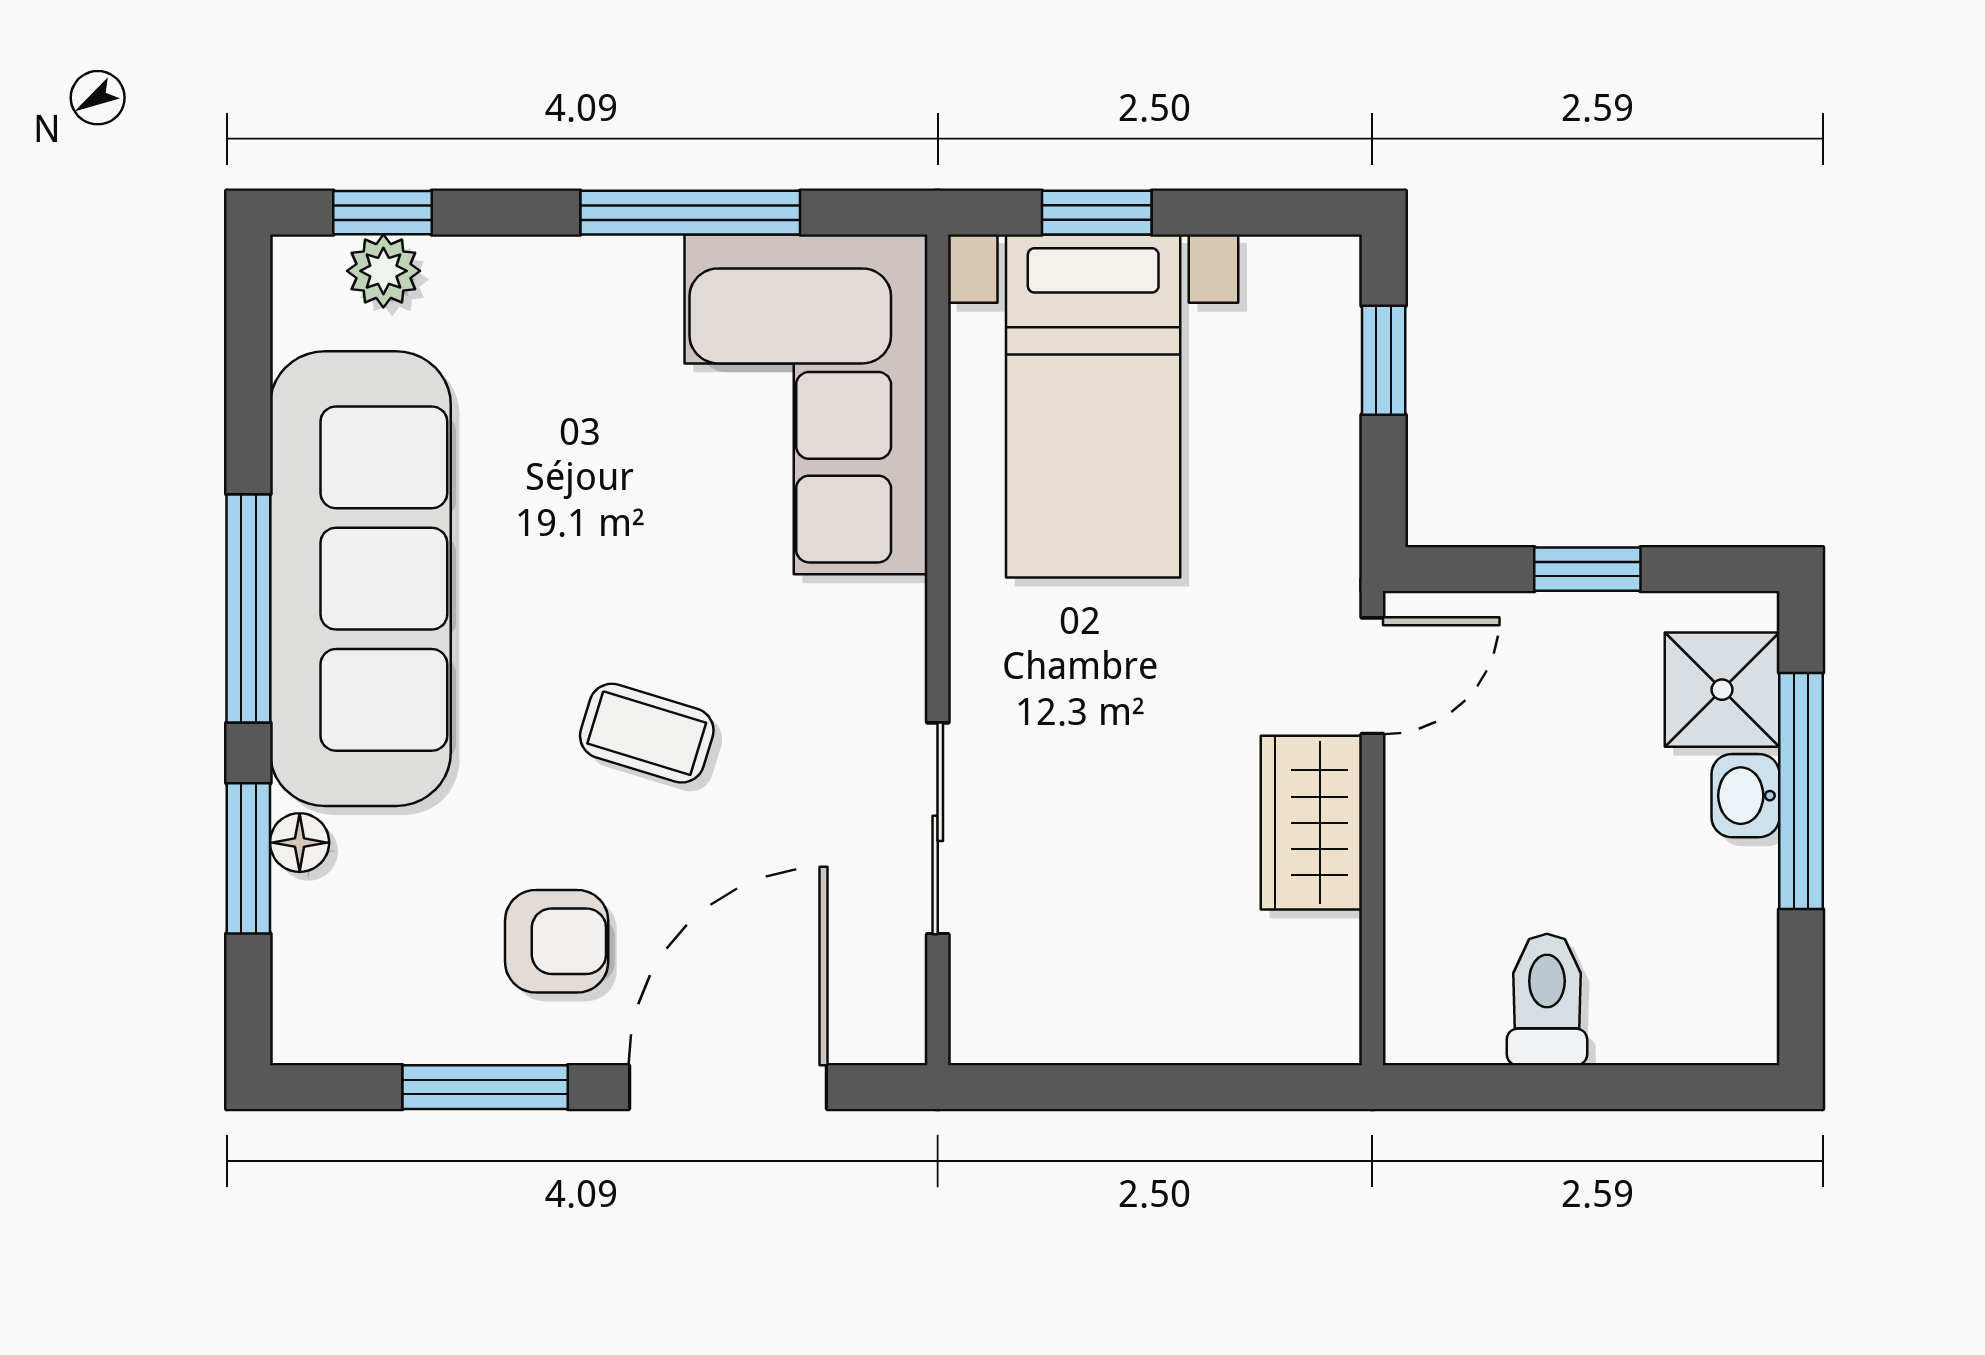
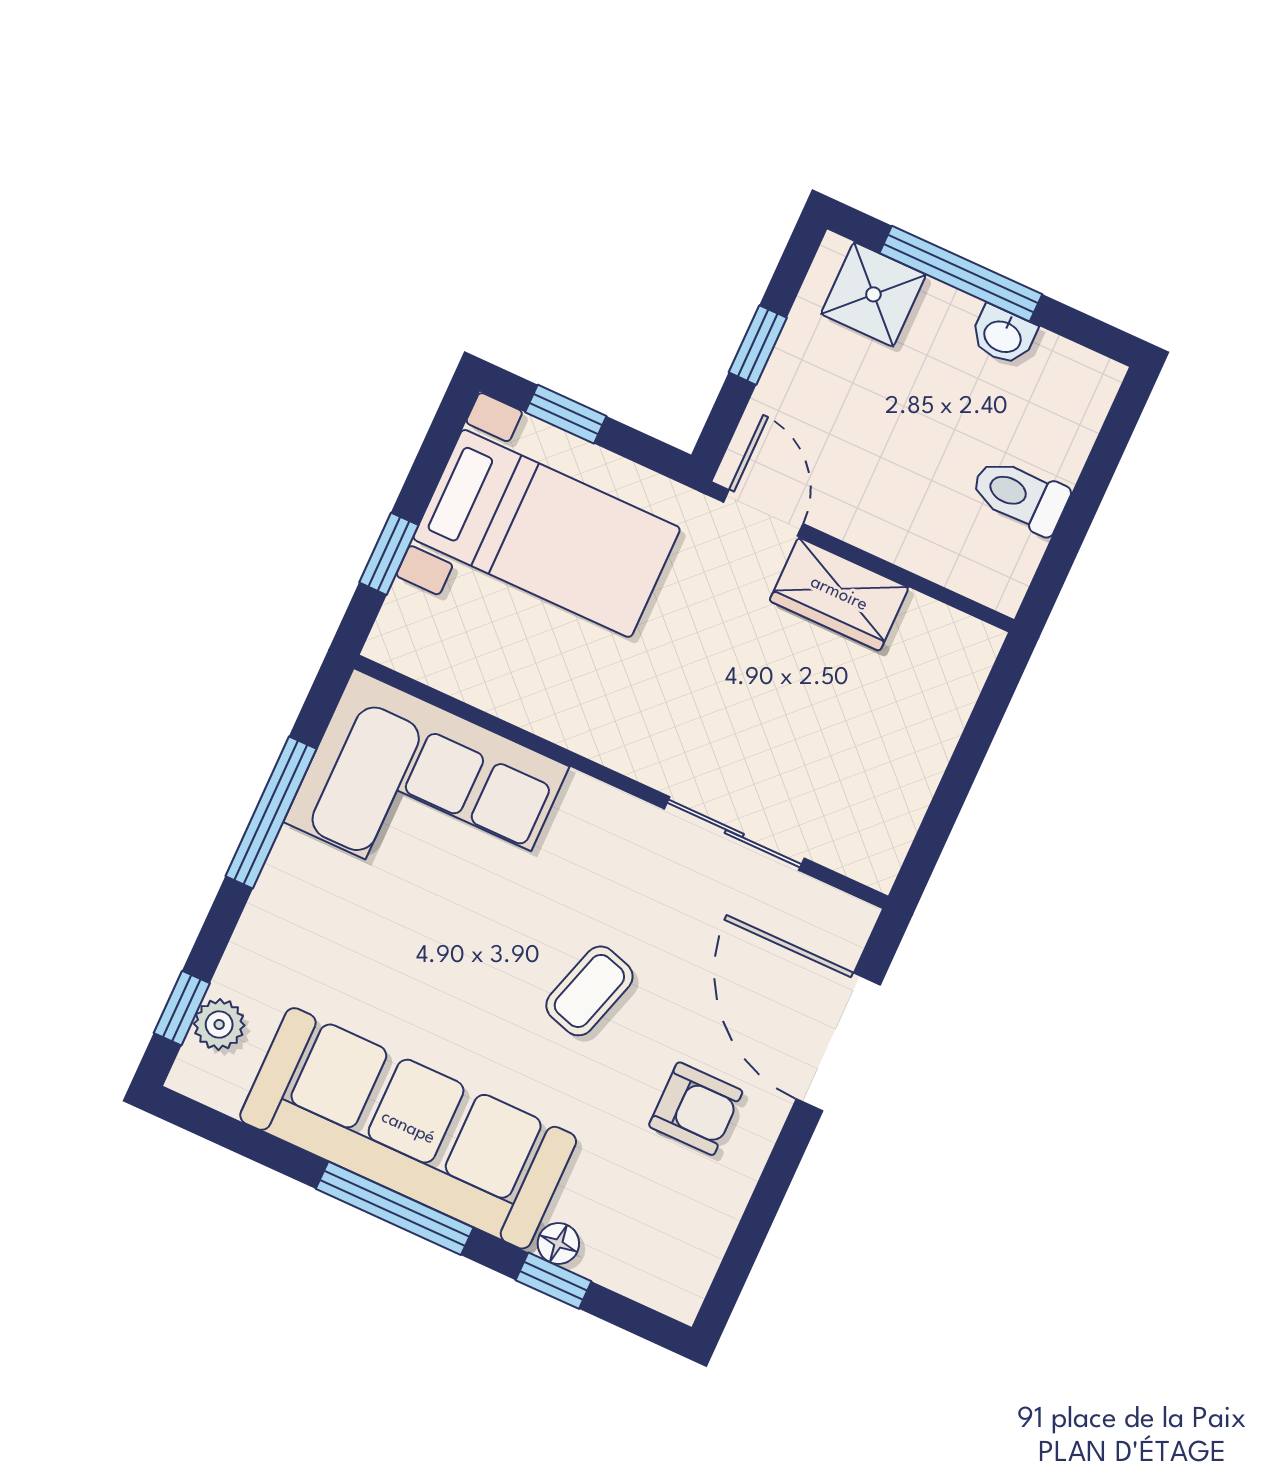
bed with nightstands: (1093, 406) -> (547, 533), moved
washbasin: (1745, 796) -> (1003, 335), moved
window: (248, 858) -> (554, 1281), width x0.67
armchair: (557, 941) -> (696, 1109), turned 90
window: (485, 1087) -> (768, 1196), removed

